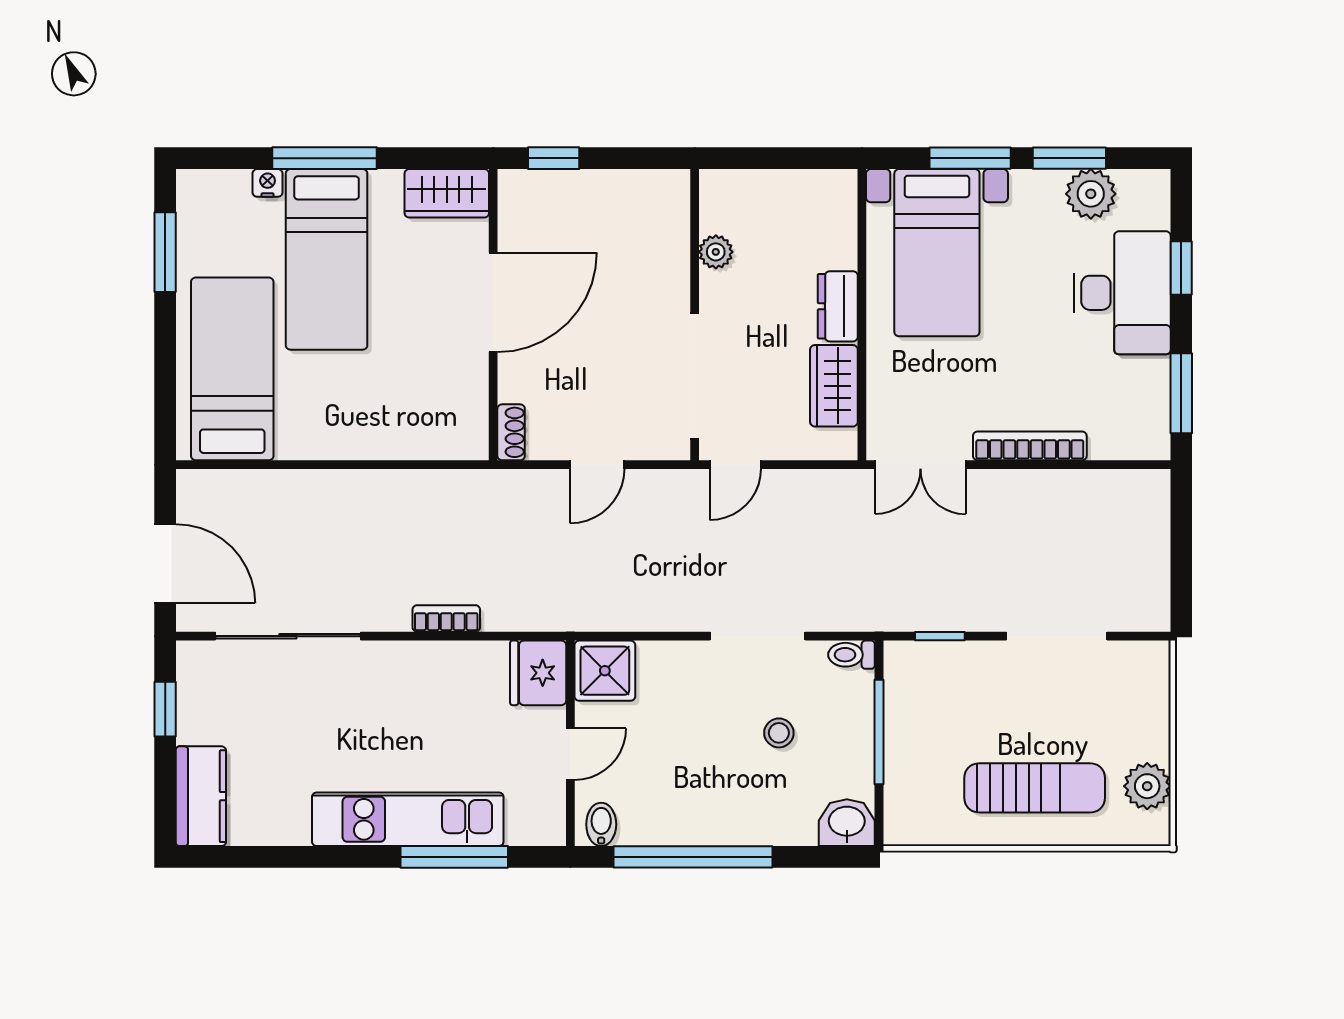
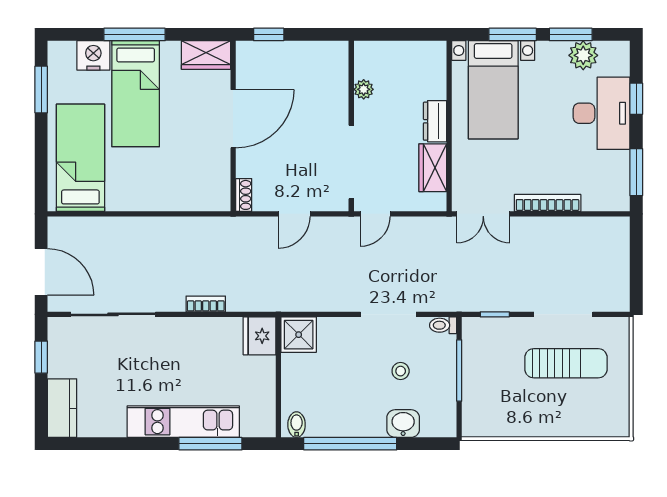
nightstand: (268, 183) -> (93, 55), width x1.89, depth x1.79
door: (570, 754) -> (278, 383), removed
plant: (1147, 786) -> (616, 402), removed
sun lounger: (1035, 788) -> (566, 363), moved
washbasin: (847, 823) -> (403, 424), moved

